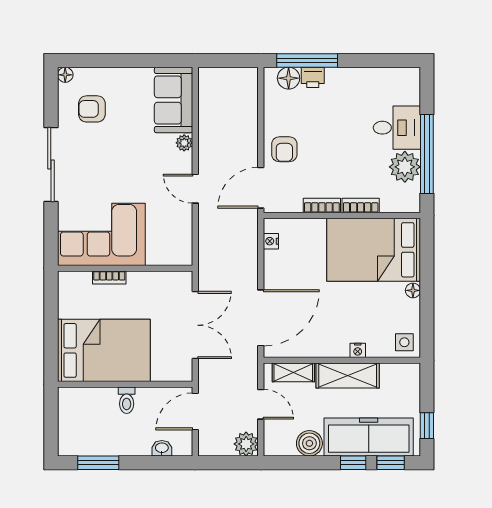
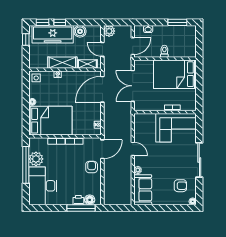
desk: (397, 128) -> (43, 186), width x1.87, depth x1.30

